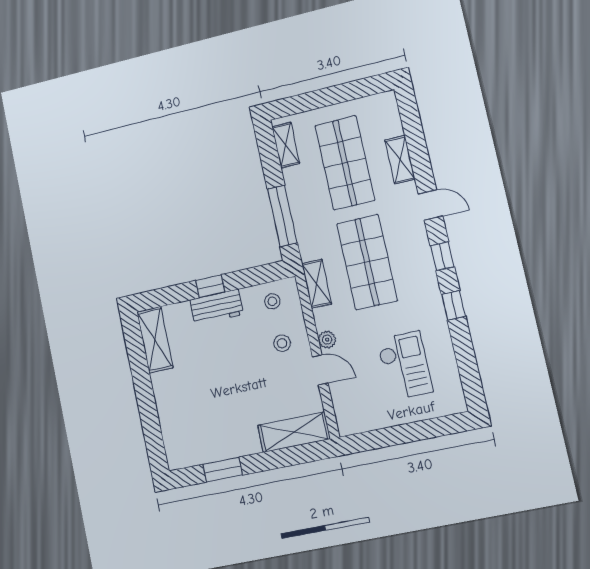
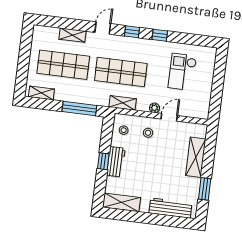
checkout: (405, 365) -> (182, 72), turned -90
workbench: (173, 423) -> (170, 208), added
shelving: (294, 432) -> (196, 157), moved

